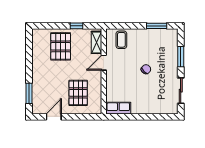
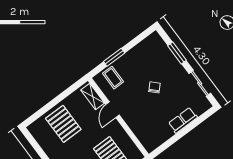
window: (76, 26) -> (64, 95), removed
window: (157, 26) -> (114, 57), moved
row of seats: (118, 108) -> (183, 120), moved

